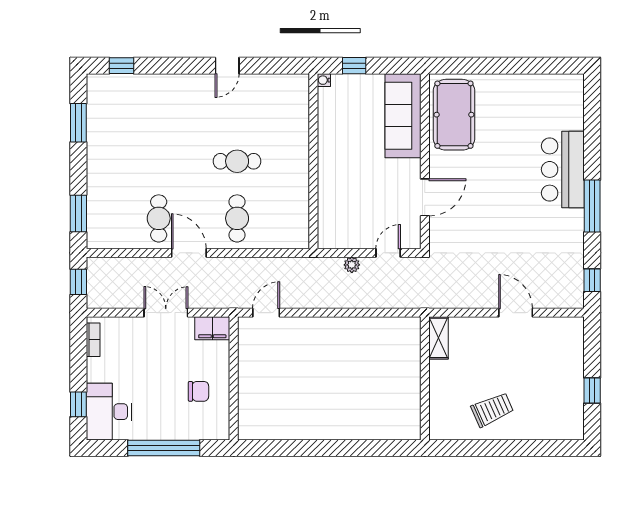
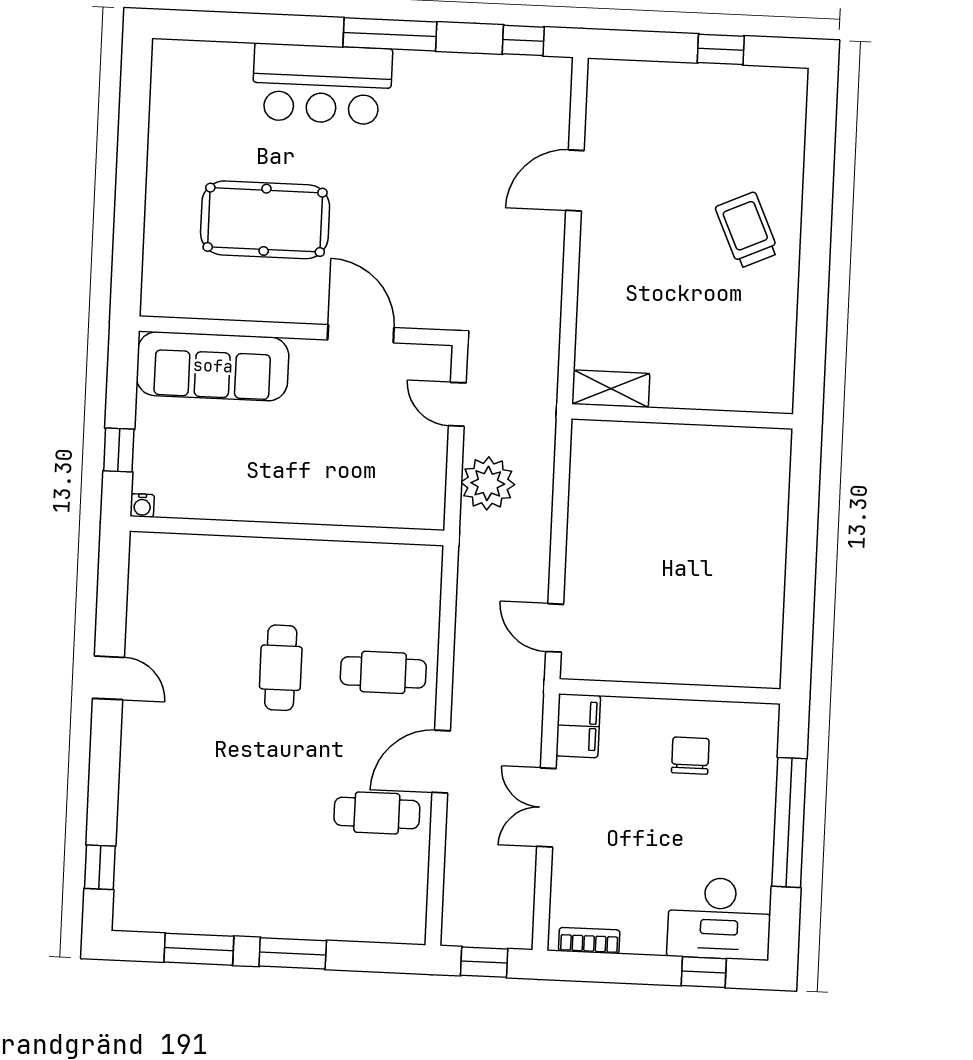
pool table: (454, 115) -> (265, 220), moved
window: (78, 213) -> (293, 953), moved
plant: (352, 265) -> (488, 483), width x1.88, depth x1.88
shelving: (438, 338) -> (611, 389), moved
wall: (425, 378) -> (682, 416), moved

